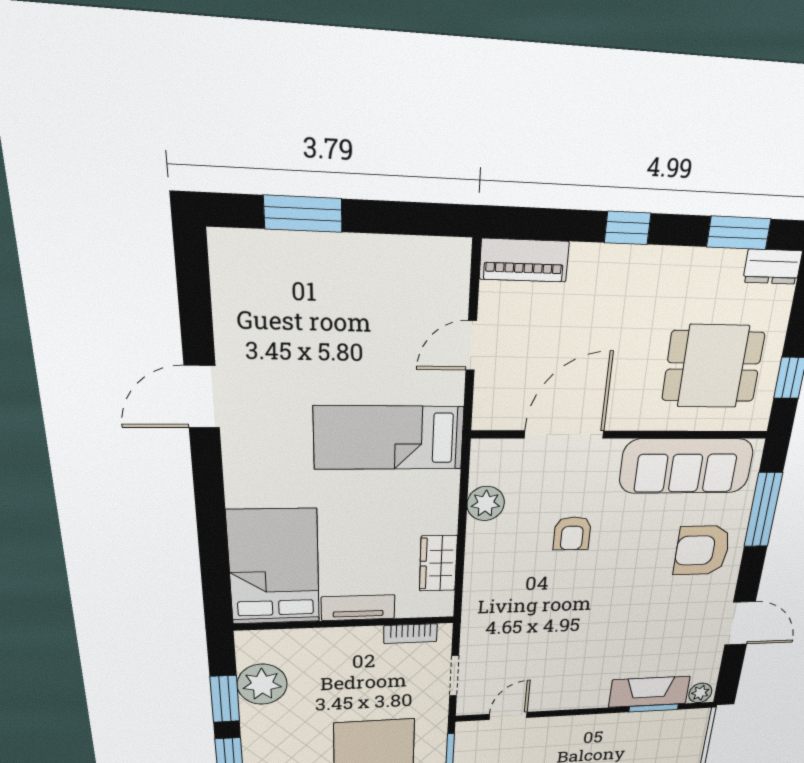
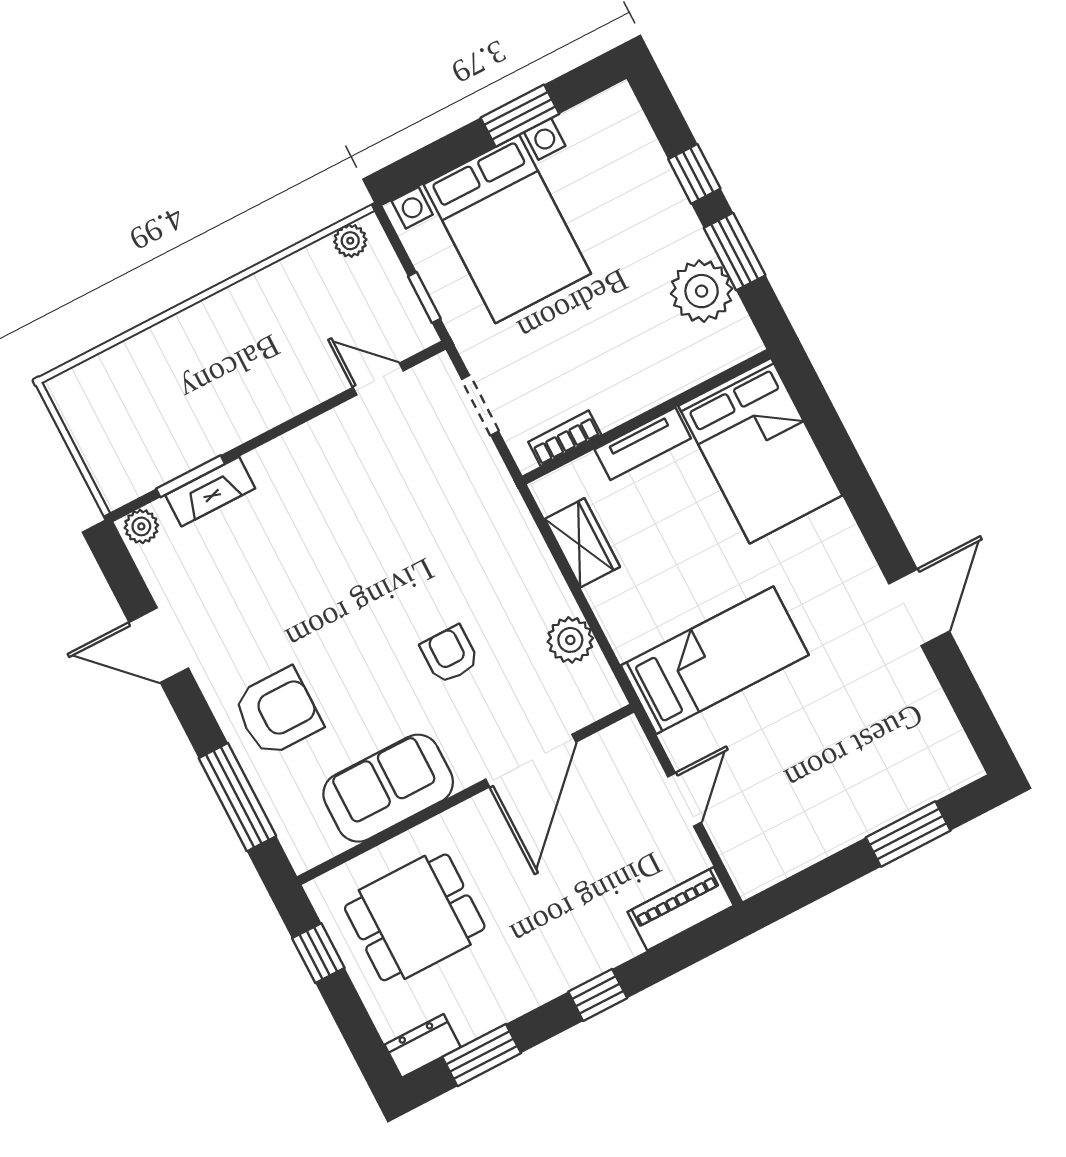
sofa: (687, 466) -> (388, 788), width x0.73
fireplace: (649, 692) -> (210, 492), width x0.73, depth x0.76
door: (508, 716) -> (378, 379), swing flipped

